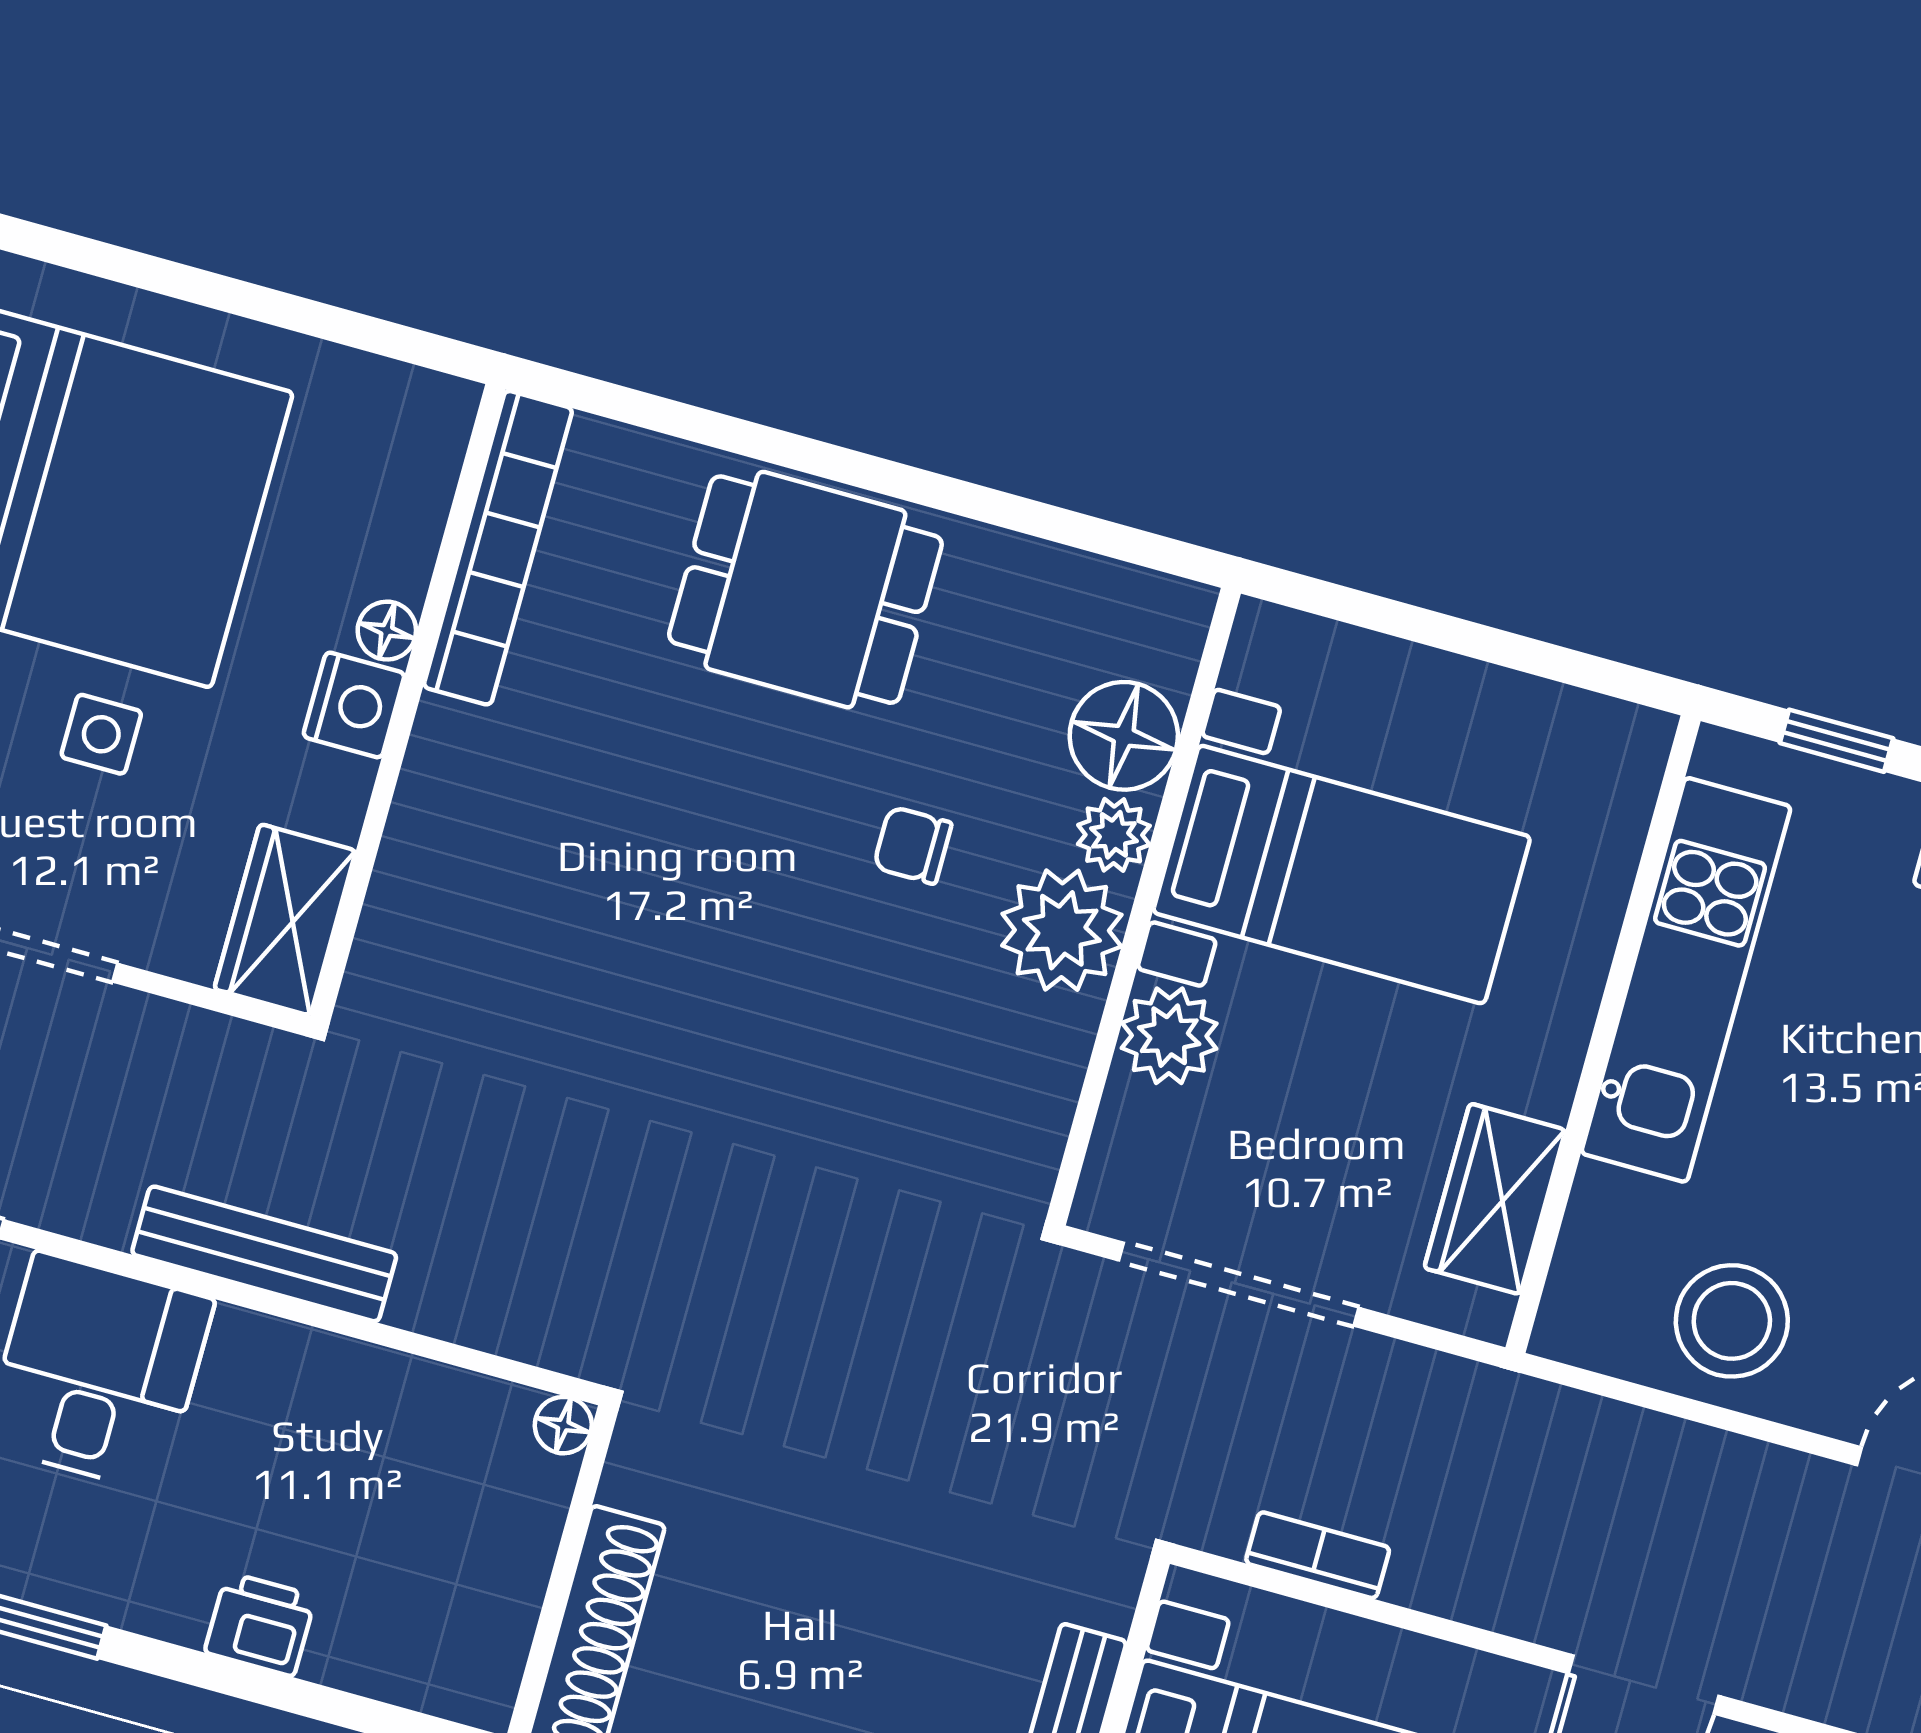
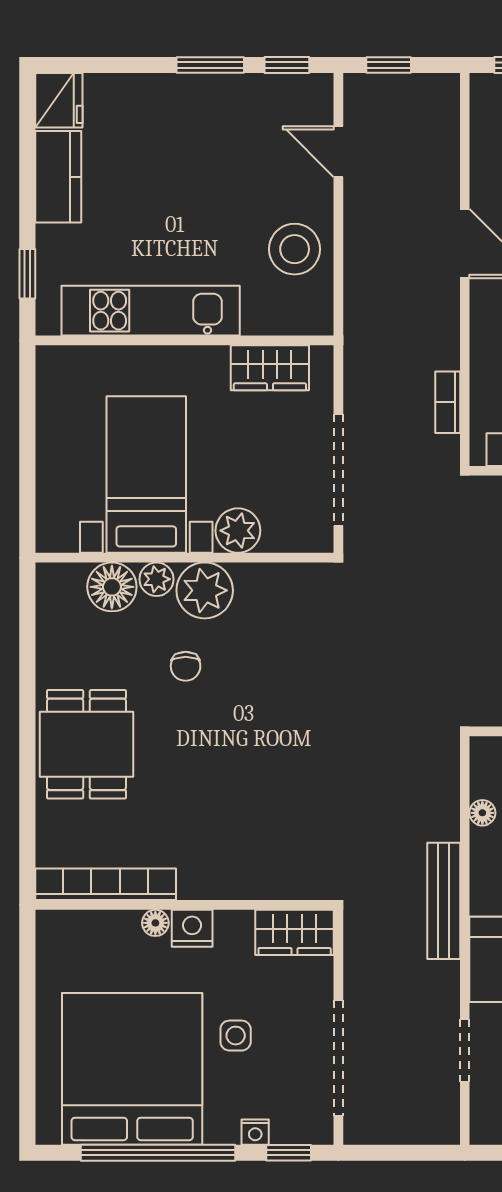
floor lamp: (563, 1425) -> (482, 813), moved

